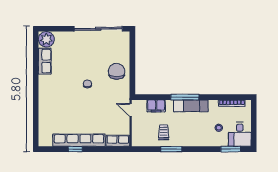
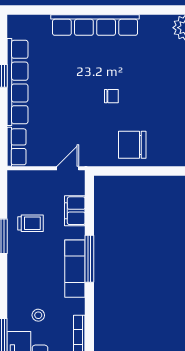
row of seats: (45, 61) -> (95, 25), moved, width x2.02
chair: (117, 71) -> (132, 145), turned 180

